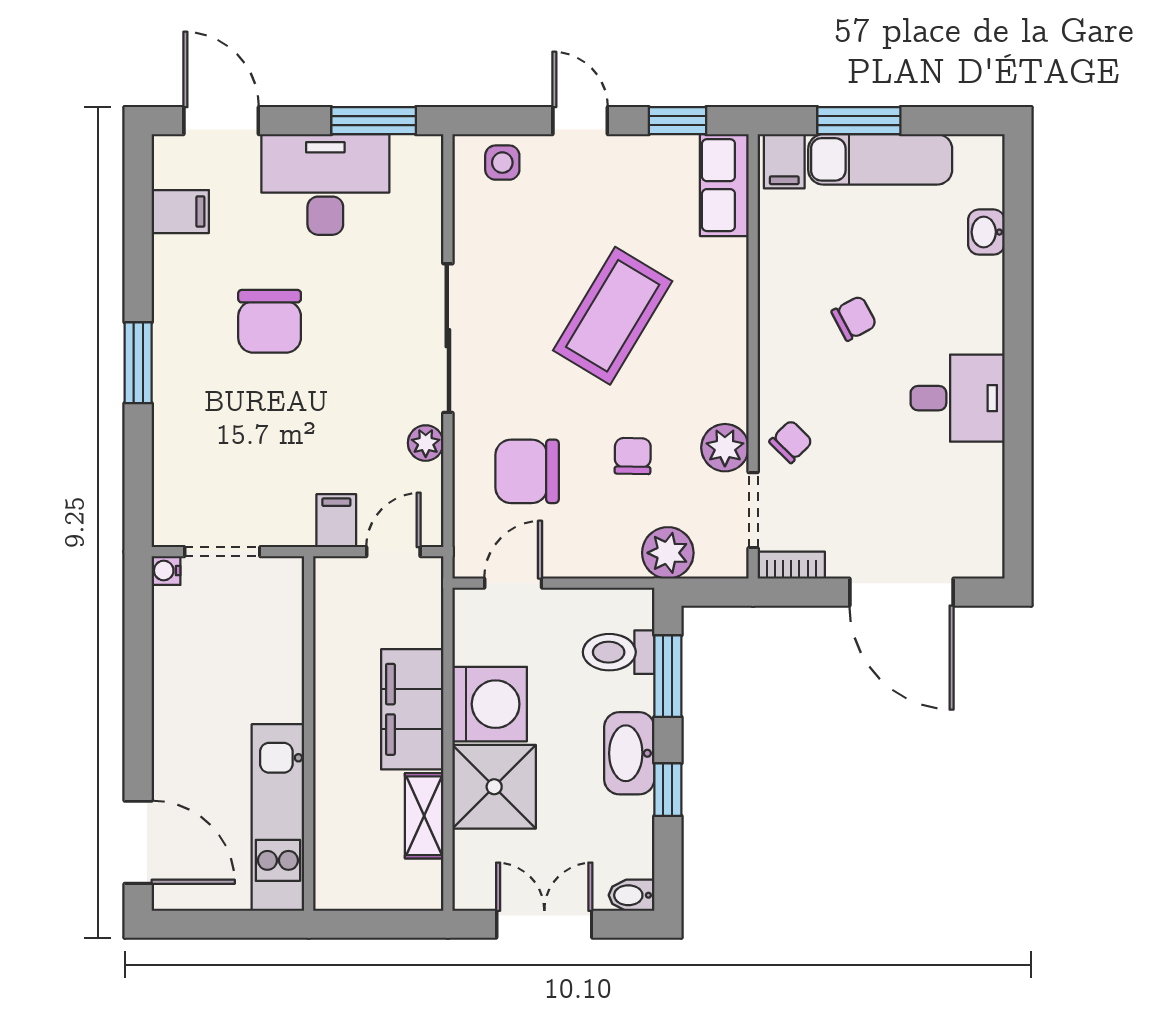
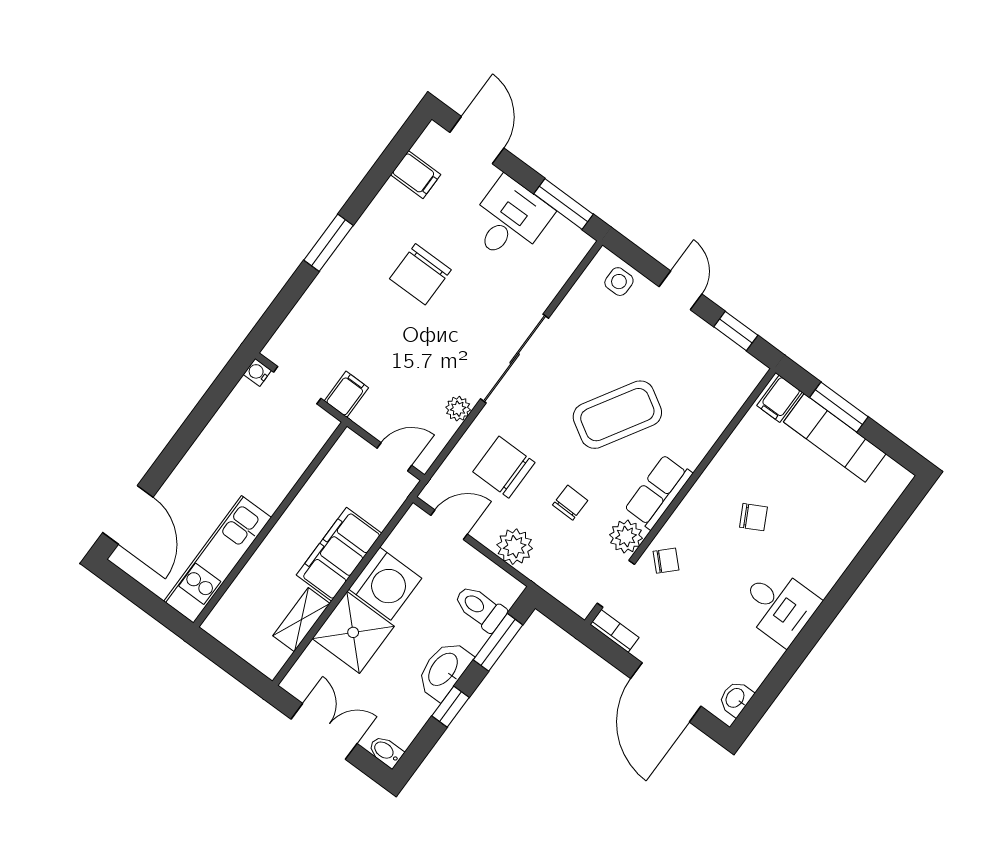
desk: (325, 184) -> (509, 220), width x0.73
row of seats: (724, 185) -> (658, 492), moved
washbasin: (986, 232) -> (736, 698), moved
filing cabinet: (336, 521) -> (346, 394), moved
plant: (668, 553) -> (515, 547), moved

